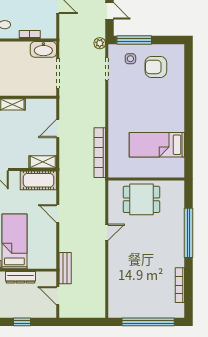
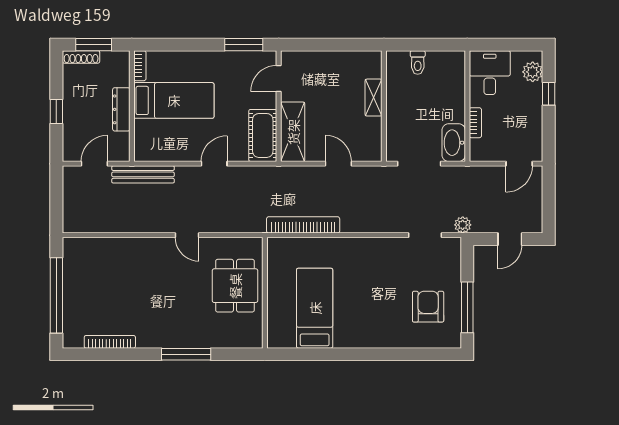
window: (134, 40) -> (467, 307), moved
side table: (130, 59) -> (440, 270), removed
shelving: (43, 162) -> (293, 132), width x1.50, depth x1.33
window: (188, 233) -> (186, 354), width x0.68
bench: (65, 268) -> (143, 174), width x1.36

